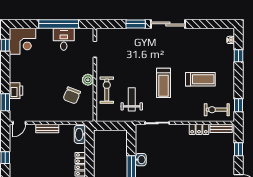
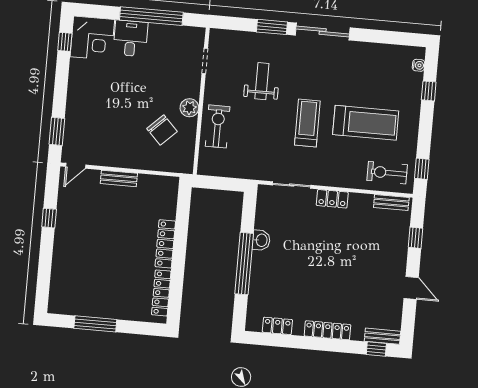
desk: (64, 39) -> (131, 38), moved
treadmill: (200, 79) -> (366, 123), width x1.37, depth x1.38
treadmill: (163, 83) -> (307, 123), turned 180
printer: (16, 91) -> (75, 115), removed
chair: (72, 95) -> (162, 130), turned -65
weight bench: (132, 99) -> (262, 81), moved
locker: (199, 129) -> (332, 199), moved
washbasin: (80, 134) -> (169, 192), removed

